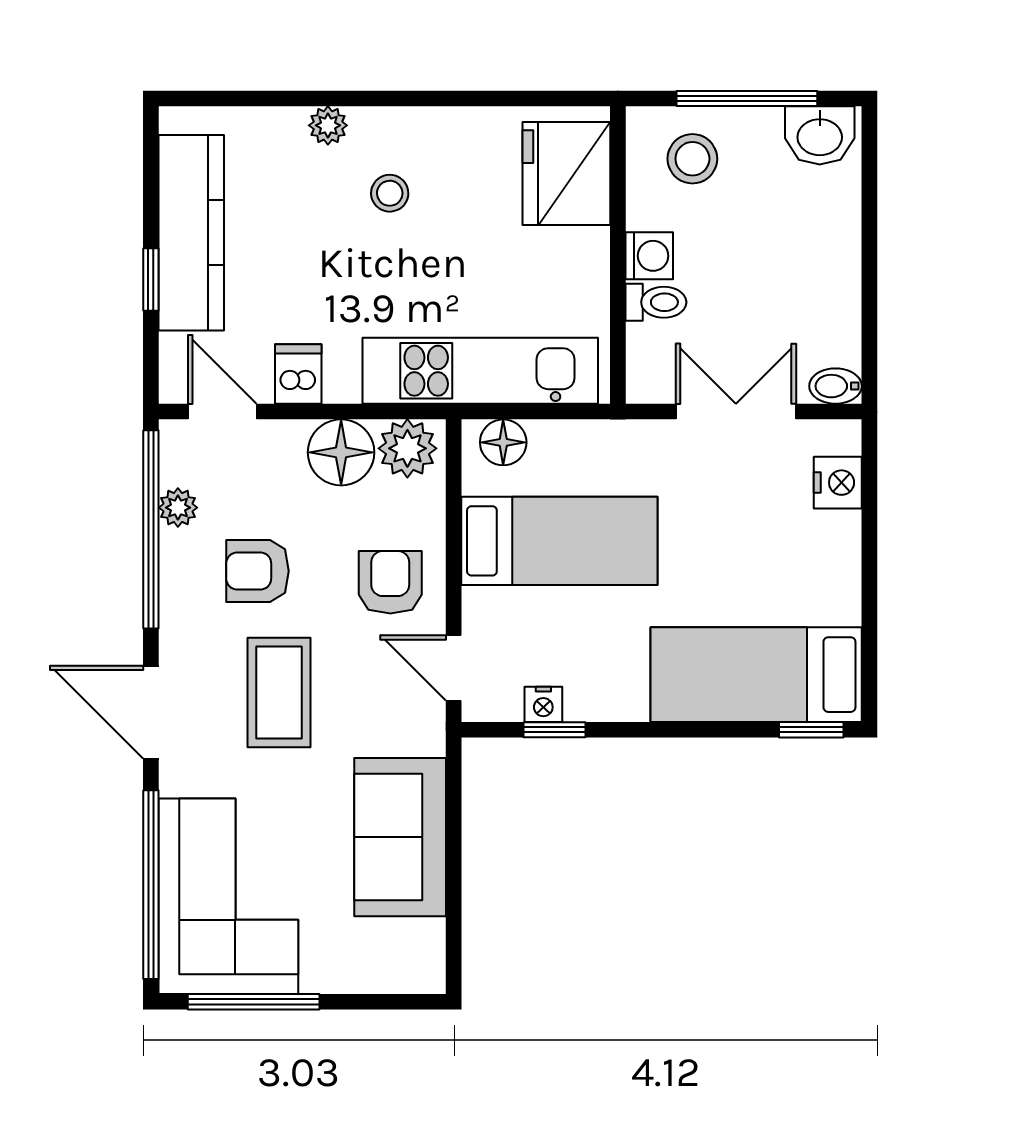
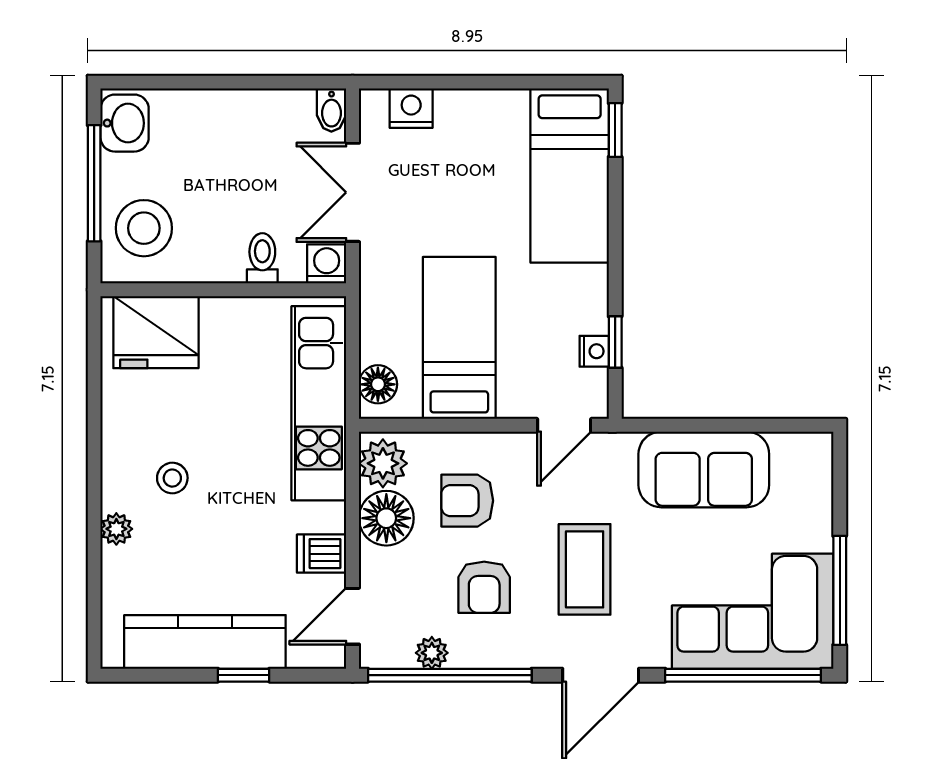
stool: (692, 159) -> (144, 228), width x1.38, depth x1.38
washing machine: (649, 256) -> (327, 264), moved
armchair: (390, 582) -> (467, 501), moved
coffee table: (279, 693) -> (585, 569), turned 90

